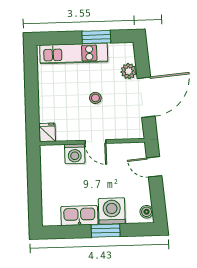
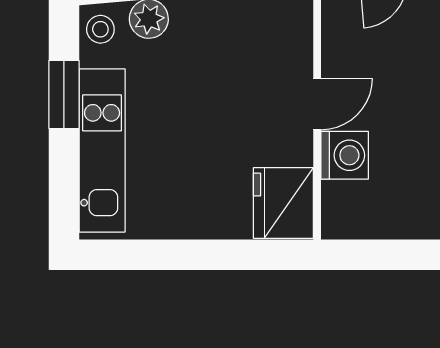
stool: (95, 98) -> (100, 29), moved
fridge: (47, 132) -> (283, 203), width x1.88, depth x1.34

